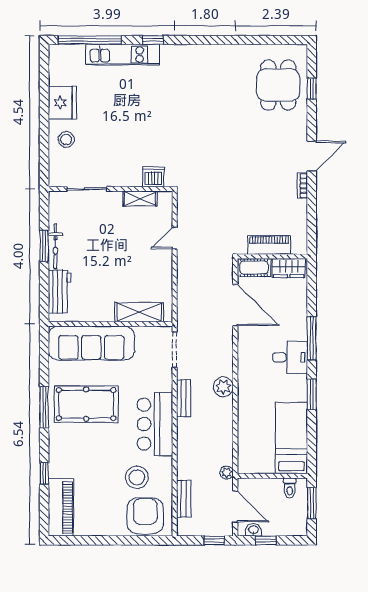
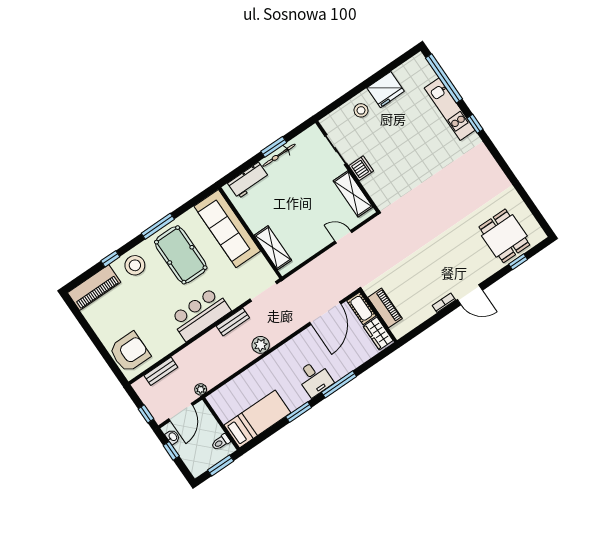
dining table: (278, 85) -> (504, 236), turned 90
dishwasher: (153, 177) -> (361, 168), moved
shelving: (140, 199) -> (353, 194), width x1.50, depth x1.33
stool: (137, 477) -> (135, 265), moved

